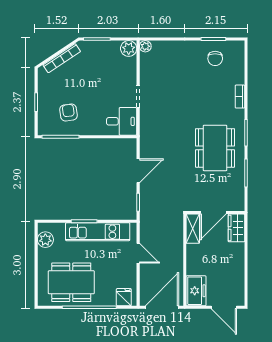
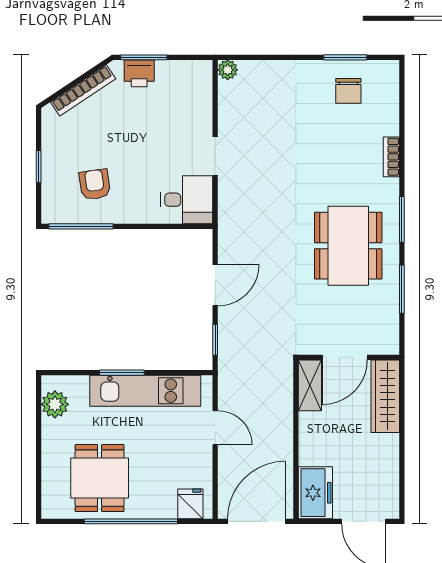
printer: (94, 48) -> (139, 73), added
plant: (129, 48) -> (199, 74), removed
wardrobe: (236, 228) -> (385, 396), width x1.50
dining table: (71, 282) -> (100, 478), width x0.73

